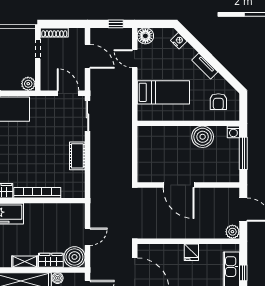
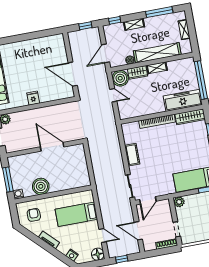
door: (68, 93) -> (148, 200), hinge flipped
door: (88, 237) -> (113, 95), swing flipped

